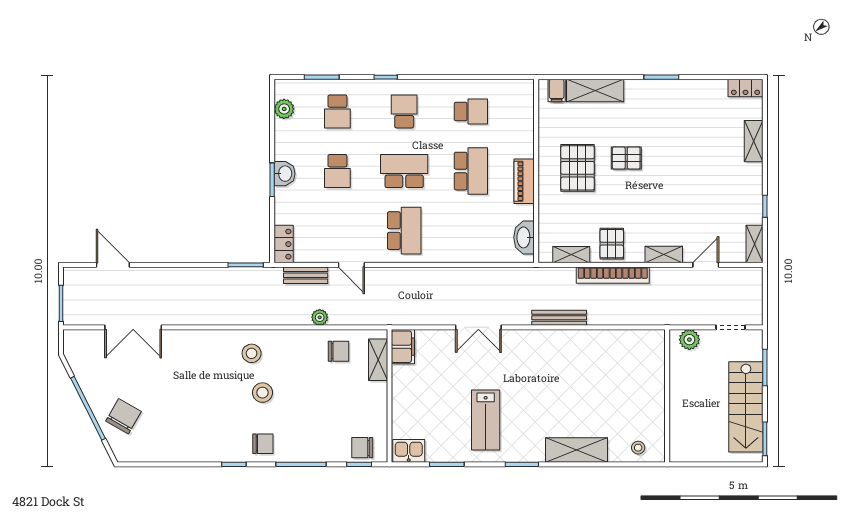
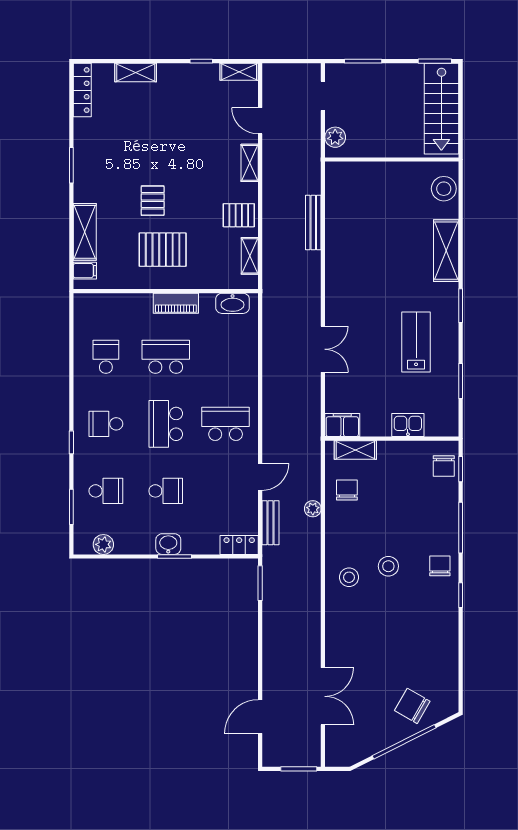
locker: (746, 88) -> (82, 90), width x1.53
bookcase: (613, 275) -> (270, 214), removed
bench: (559, 318) -> (313, 223), moved
stairs: (746, 407) -> (441, 109), moved, turned 90
lab bench: (486, 420) -> (416, 342), turned -90
stool: (638, 448) -> (444, 189), width x1.89, depth x1.89
kitchen sink: (409, 451) -> (408, 425), moved, turned 90

